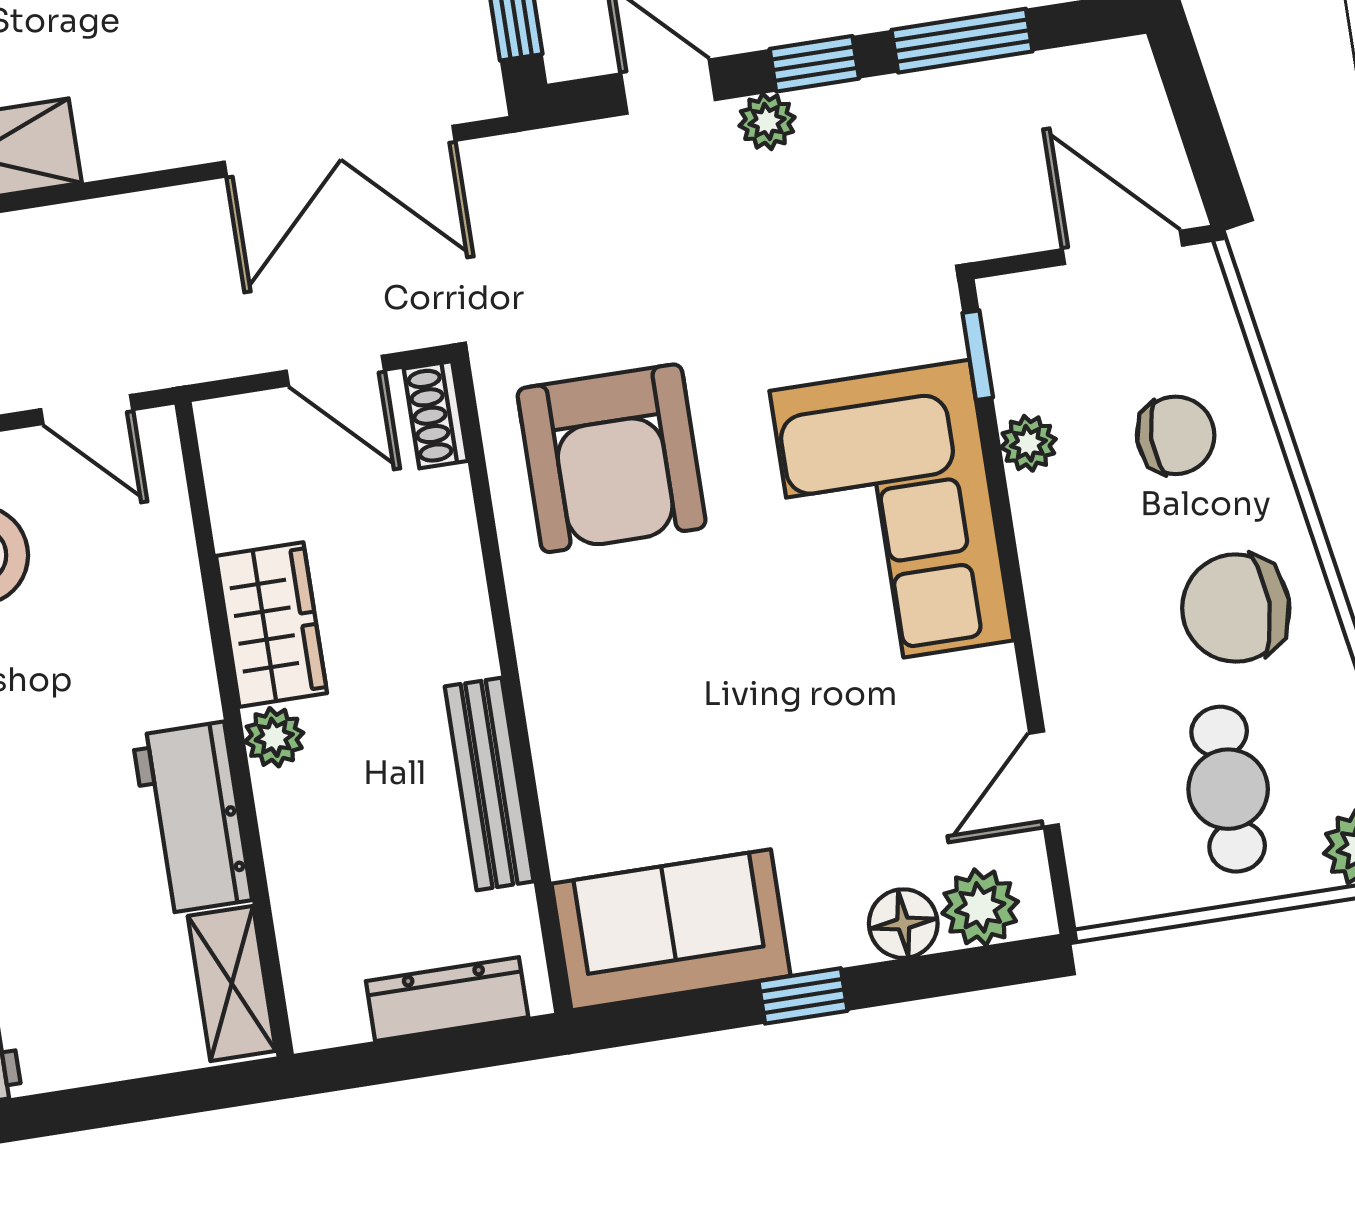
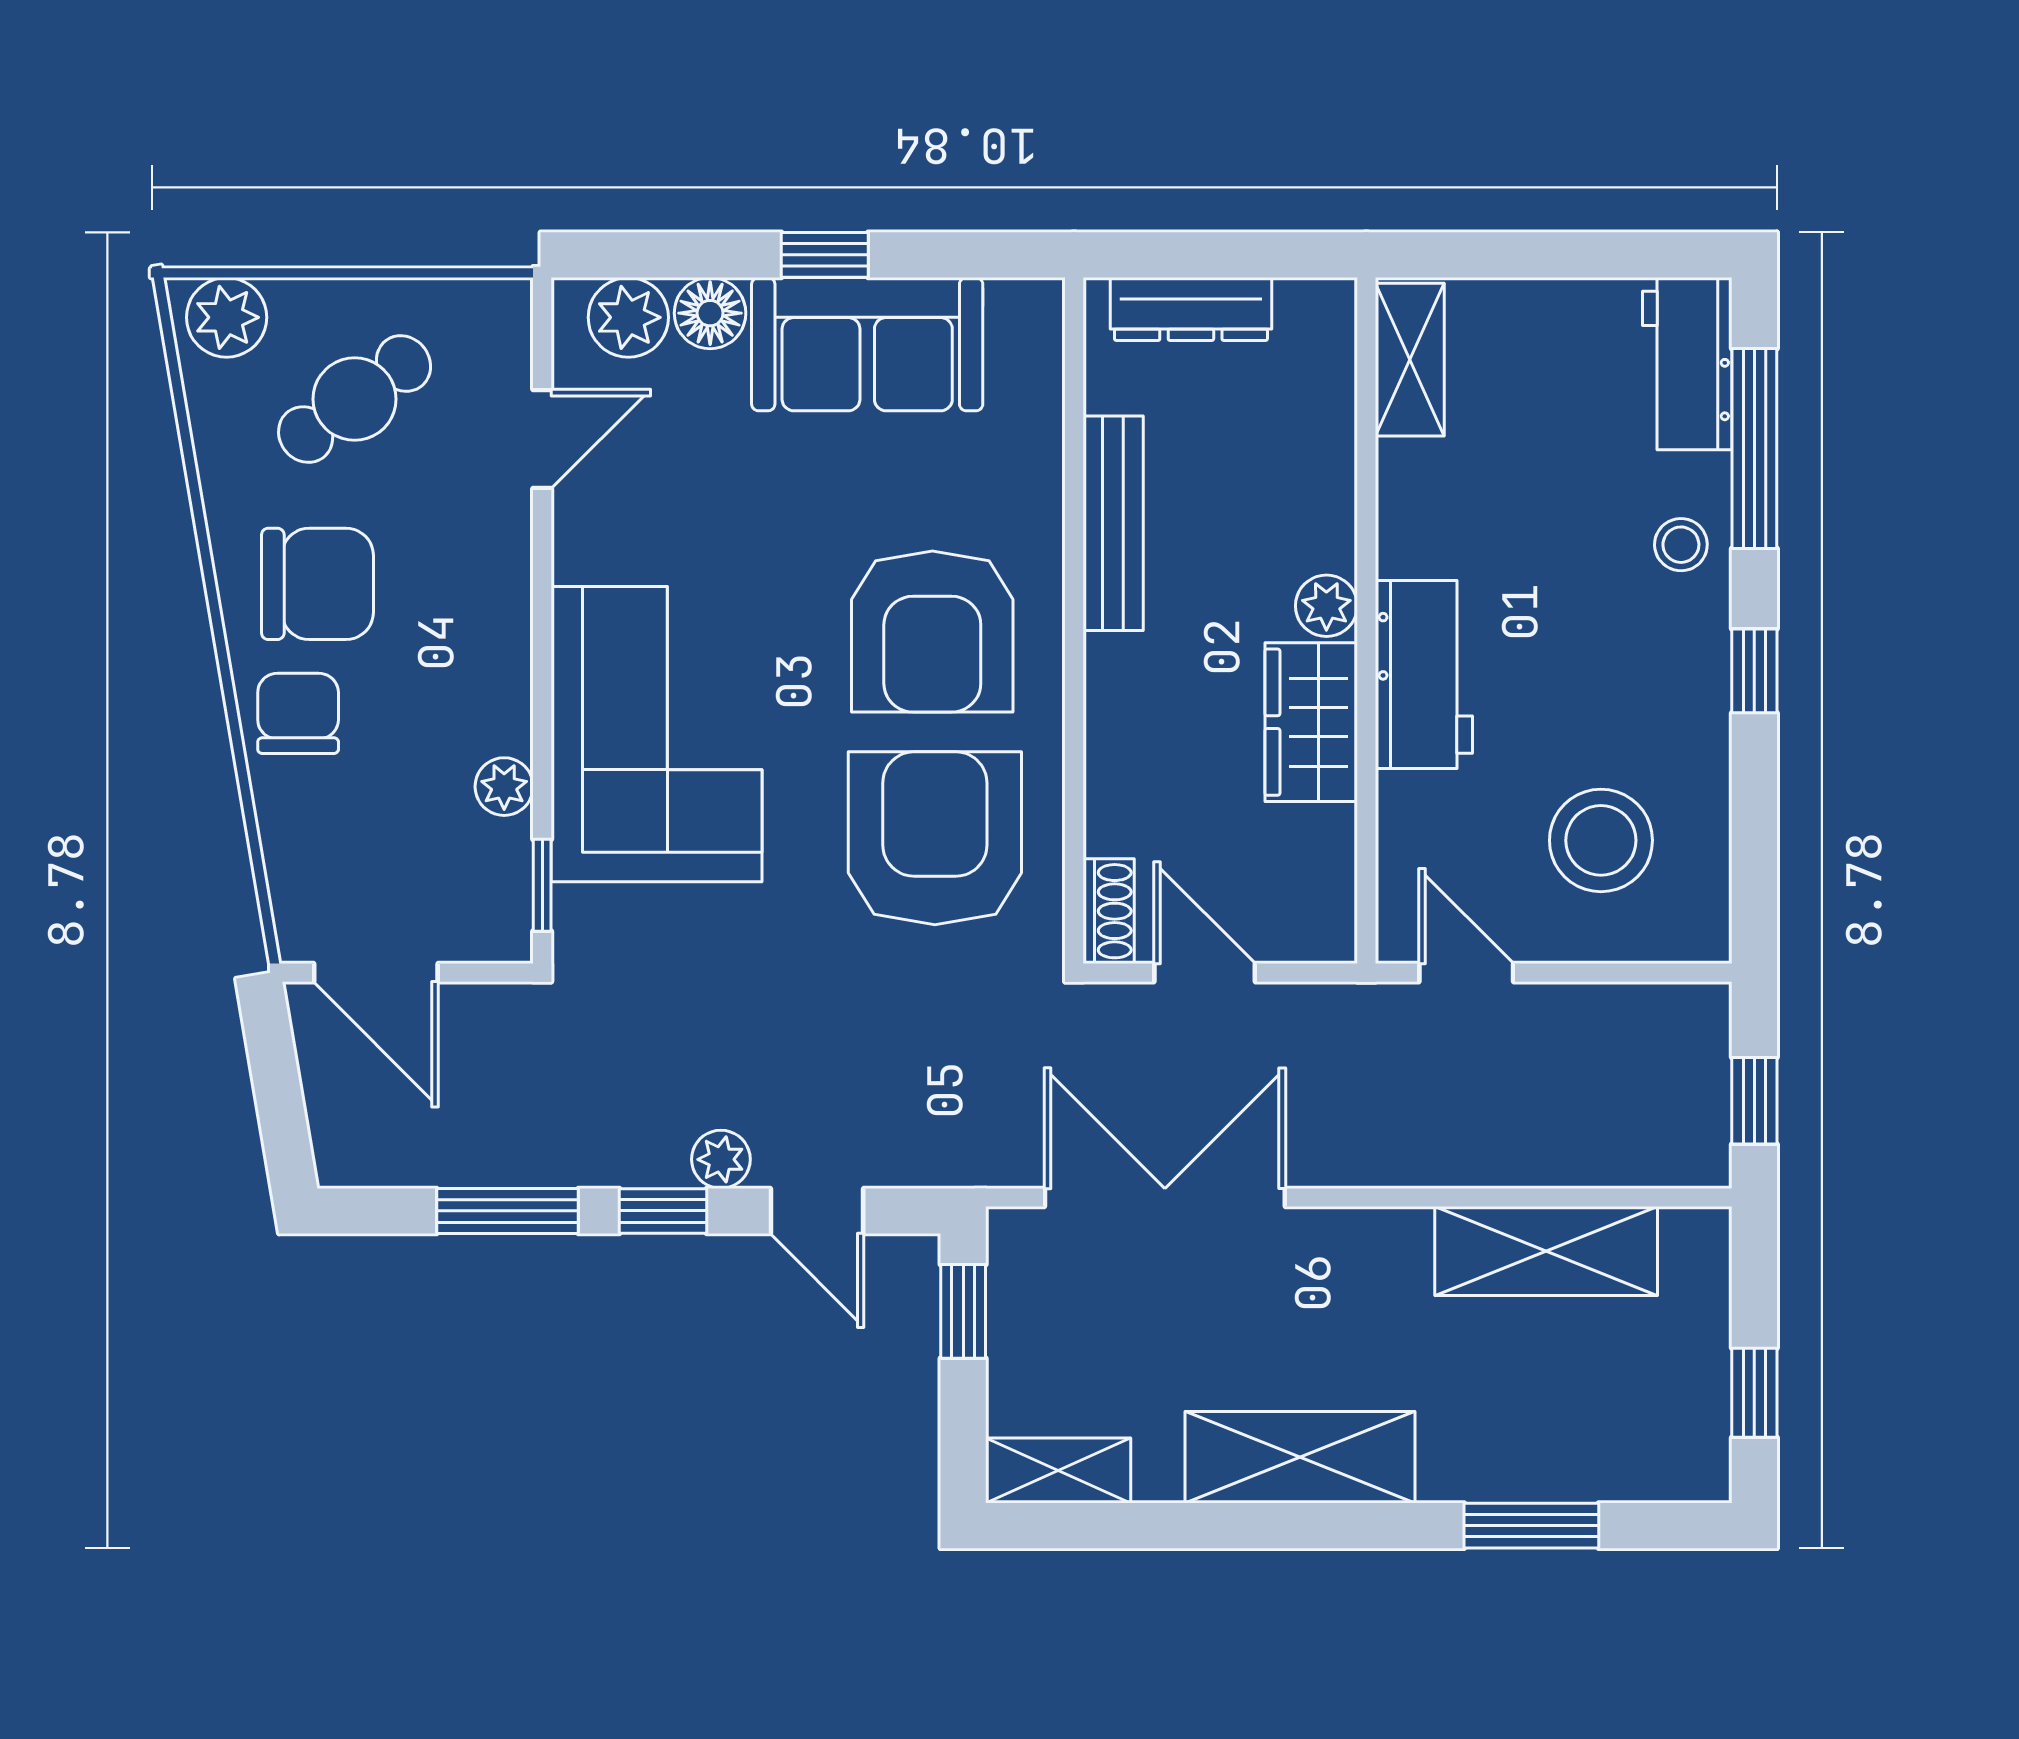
chair: (1176, 435) -> (298, 713), moved, turned 90
armchair: (645, 654) -> (932, 632), added
cafe table: (1228, 789) -> (355, 399), turned 54
workbench: (192, 818) -> (1424, 674), moved
sofa: (671, 930) -> (867, 344), moved

